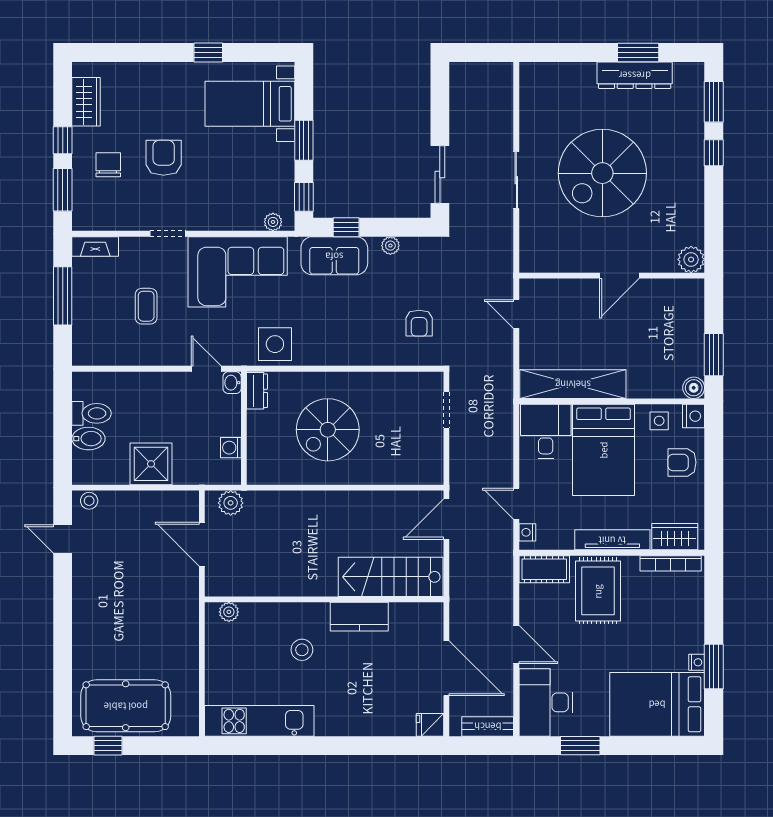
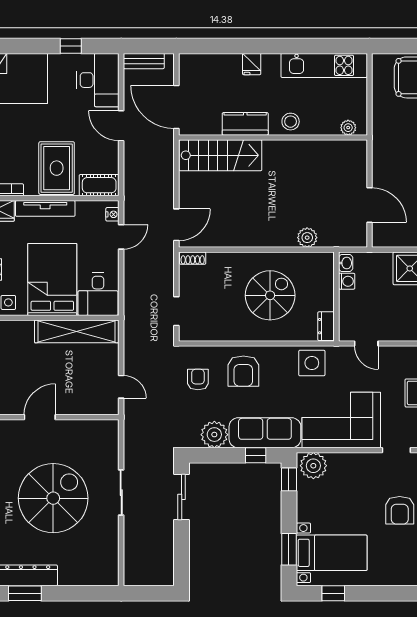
window: (208, 53) -> (333, 593), moved
window: (304, 140) -> (289, 549), moved
plant: (273, 222) -> (313, 466), width x1.87, depth x1.87
plant: (390, 246) -> (214, 435), width x1.88, depth x1.88
sofa: (334, 256) -> (265, 433), width x1.36
armchair: (362, 334) -> (243, 371), added
washbasin: (232, 383) -> (346, 263), moved
shoe rack: (426, 477) -> (193, 258), added
plant: (231, 503) -> (307, 238), moved
door: (516, 504) -> (121, 237), hinge flipped
stairs: (391, 577) -> (220, 155), moved
wall: (324, 599) -> (273, 137), moved
plant: (229, 612) -> (348, 128), moved
kitchen counter: (359, 617) -> (245, 124), moved
fridge: (430, 725) -> (252, 64), moved, turned 90
window: (580, 746) -> (71, 46), width x0.67

